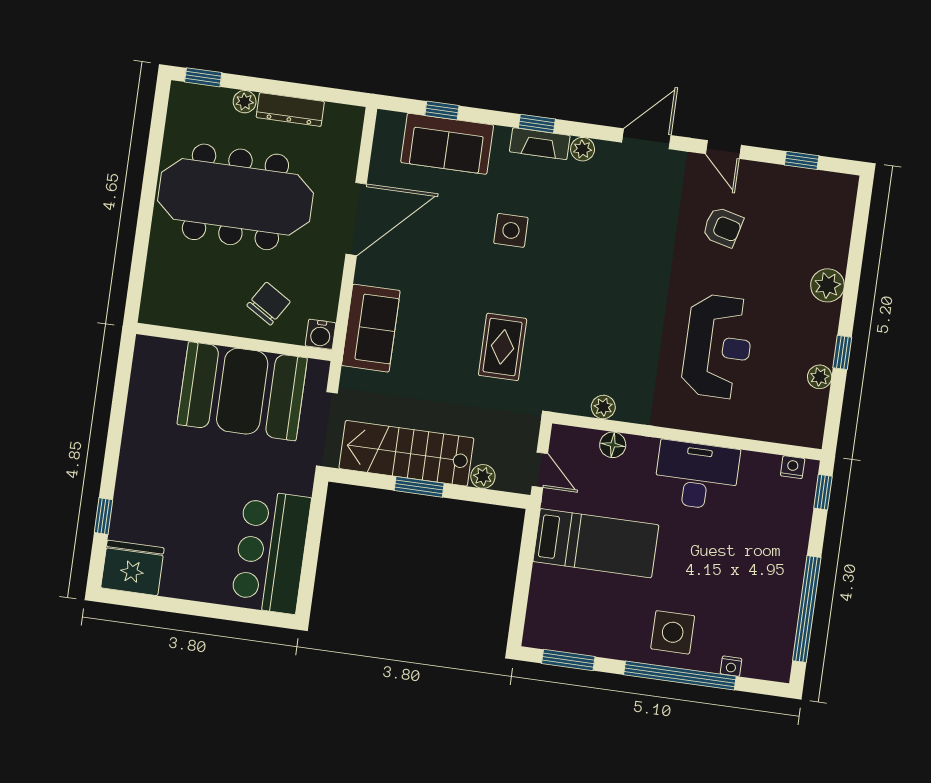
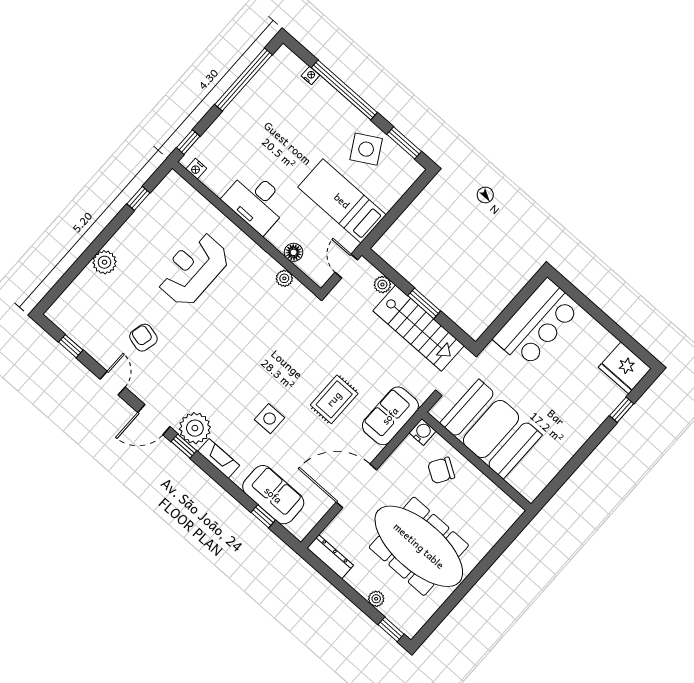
dresser: (290, 110) -> (330, 557), moved
window: (537, 124) -> (184, 446), moved
plant: (583, 149) -> (195, 428), width x1.88, depth x1.88
rug: (503, 347) -> (334, 399), moved
window: (842, 352) -> (138, 198), moved
plant: (820, 377) -> (145, 211), removed
side table: (673, 632) -> (366, 149), moved, turned -30

